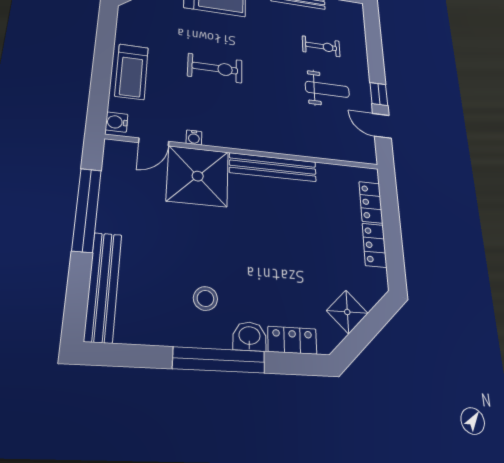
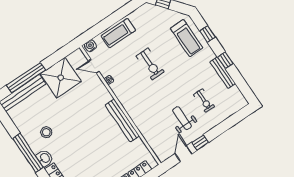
weight bench: (327, 89) -> (182, 118), turned 180
shower: (198, 176) -> (61, 78), moved
window: (87, 210) -> (26, 78), moved

